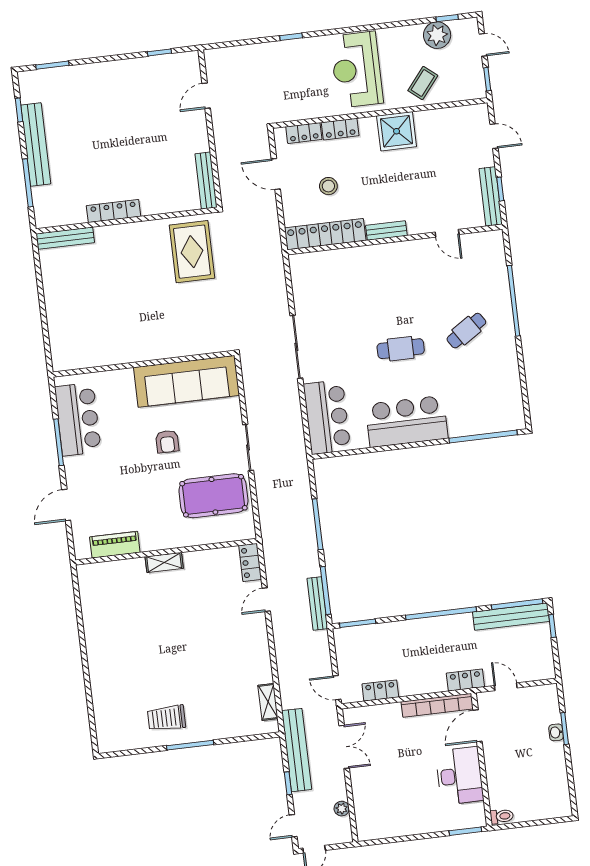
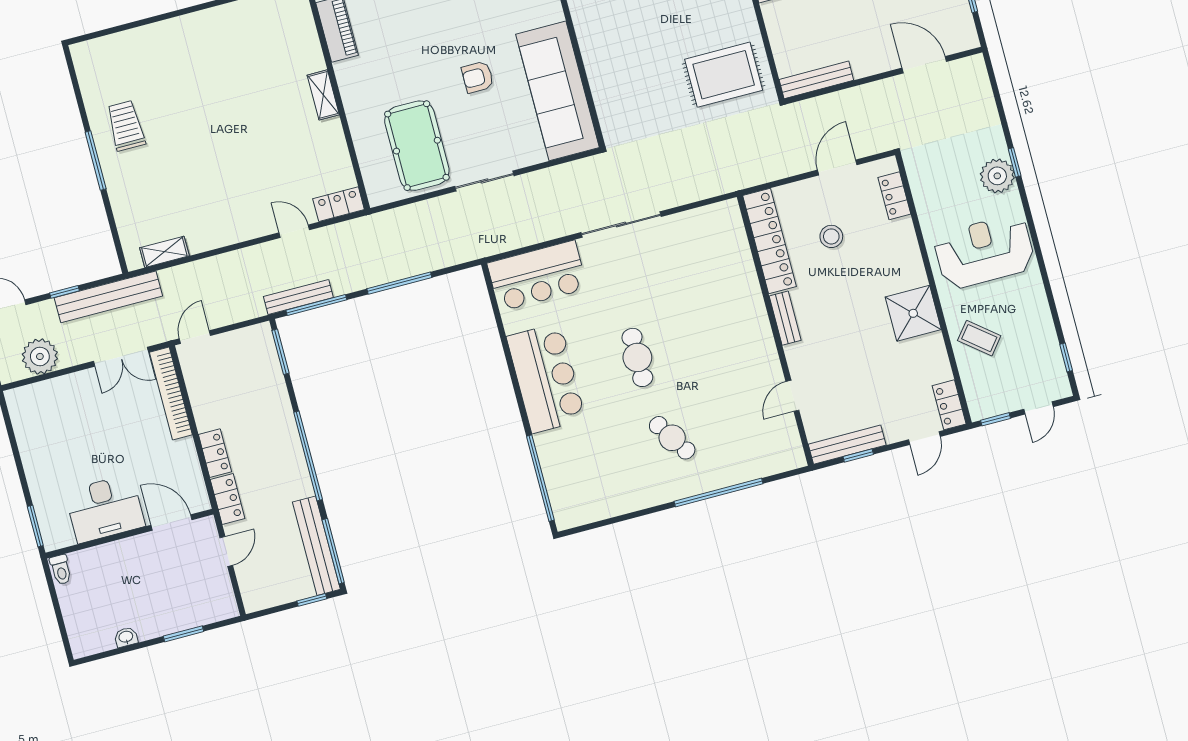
plant: (437, 35) -> (997, 176), moved
door: (206, 96) -> (924, 65), width x1.38
locker: (340, 129) -> (949, 405), moved
locker: (380, 691) -> (215, 453), moved
bookcase: (437, 705) -> (171, 393), moved
washbasin: (556, 732) -> (126, 637), moved
plant: (342, 809) -> (40, 356), width x1.88, depth x1.88

